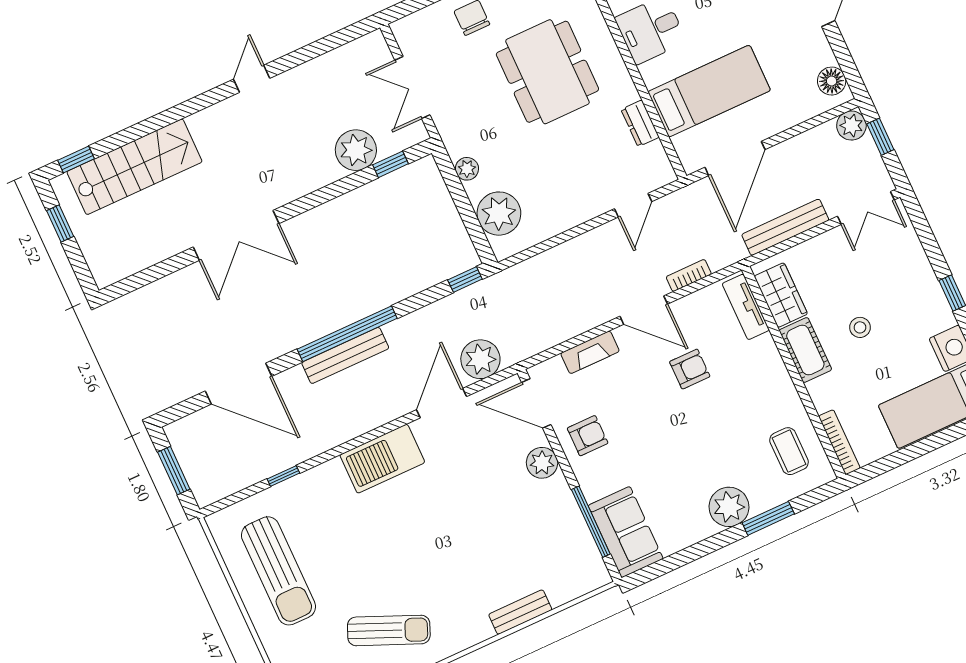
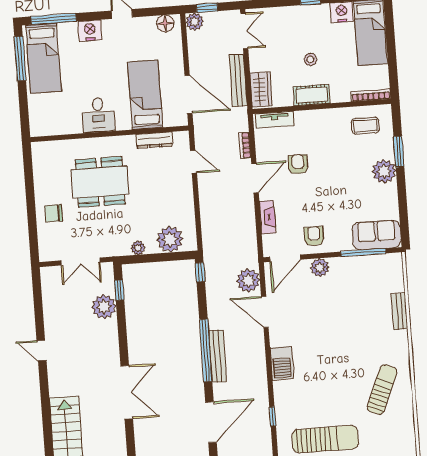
dresser: (640, 123) -> (154, 140), width x1.44
wardrobe: (781, 295) -> (261, 89), moved, turned 90
barbecue: (382, 459) -> (282, 363), width x0.73, depth x0.83

